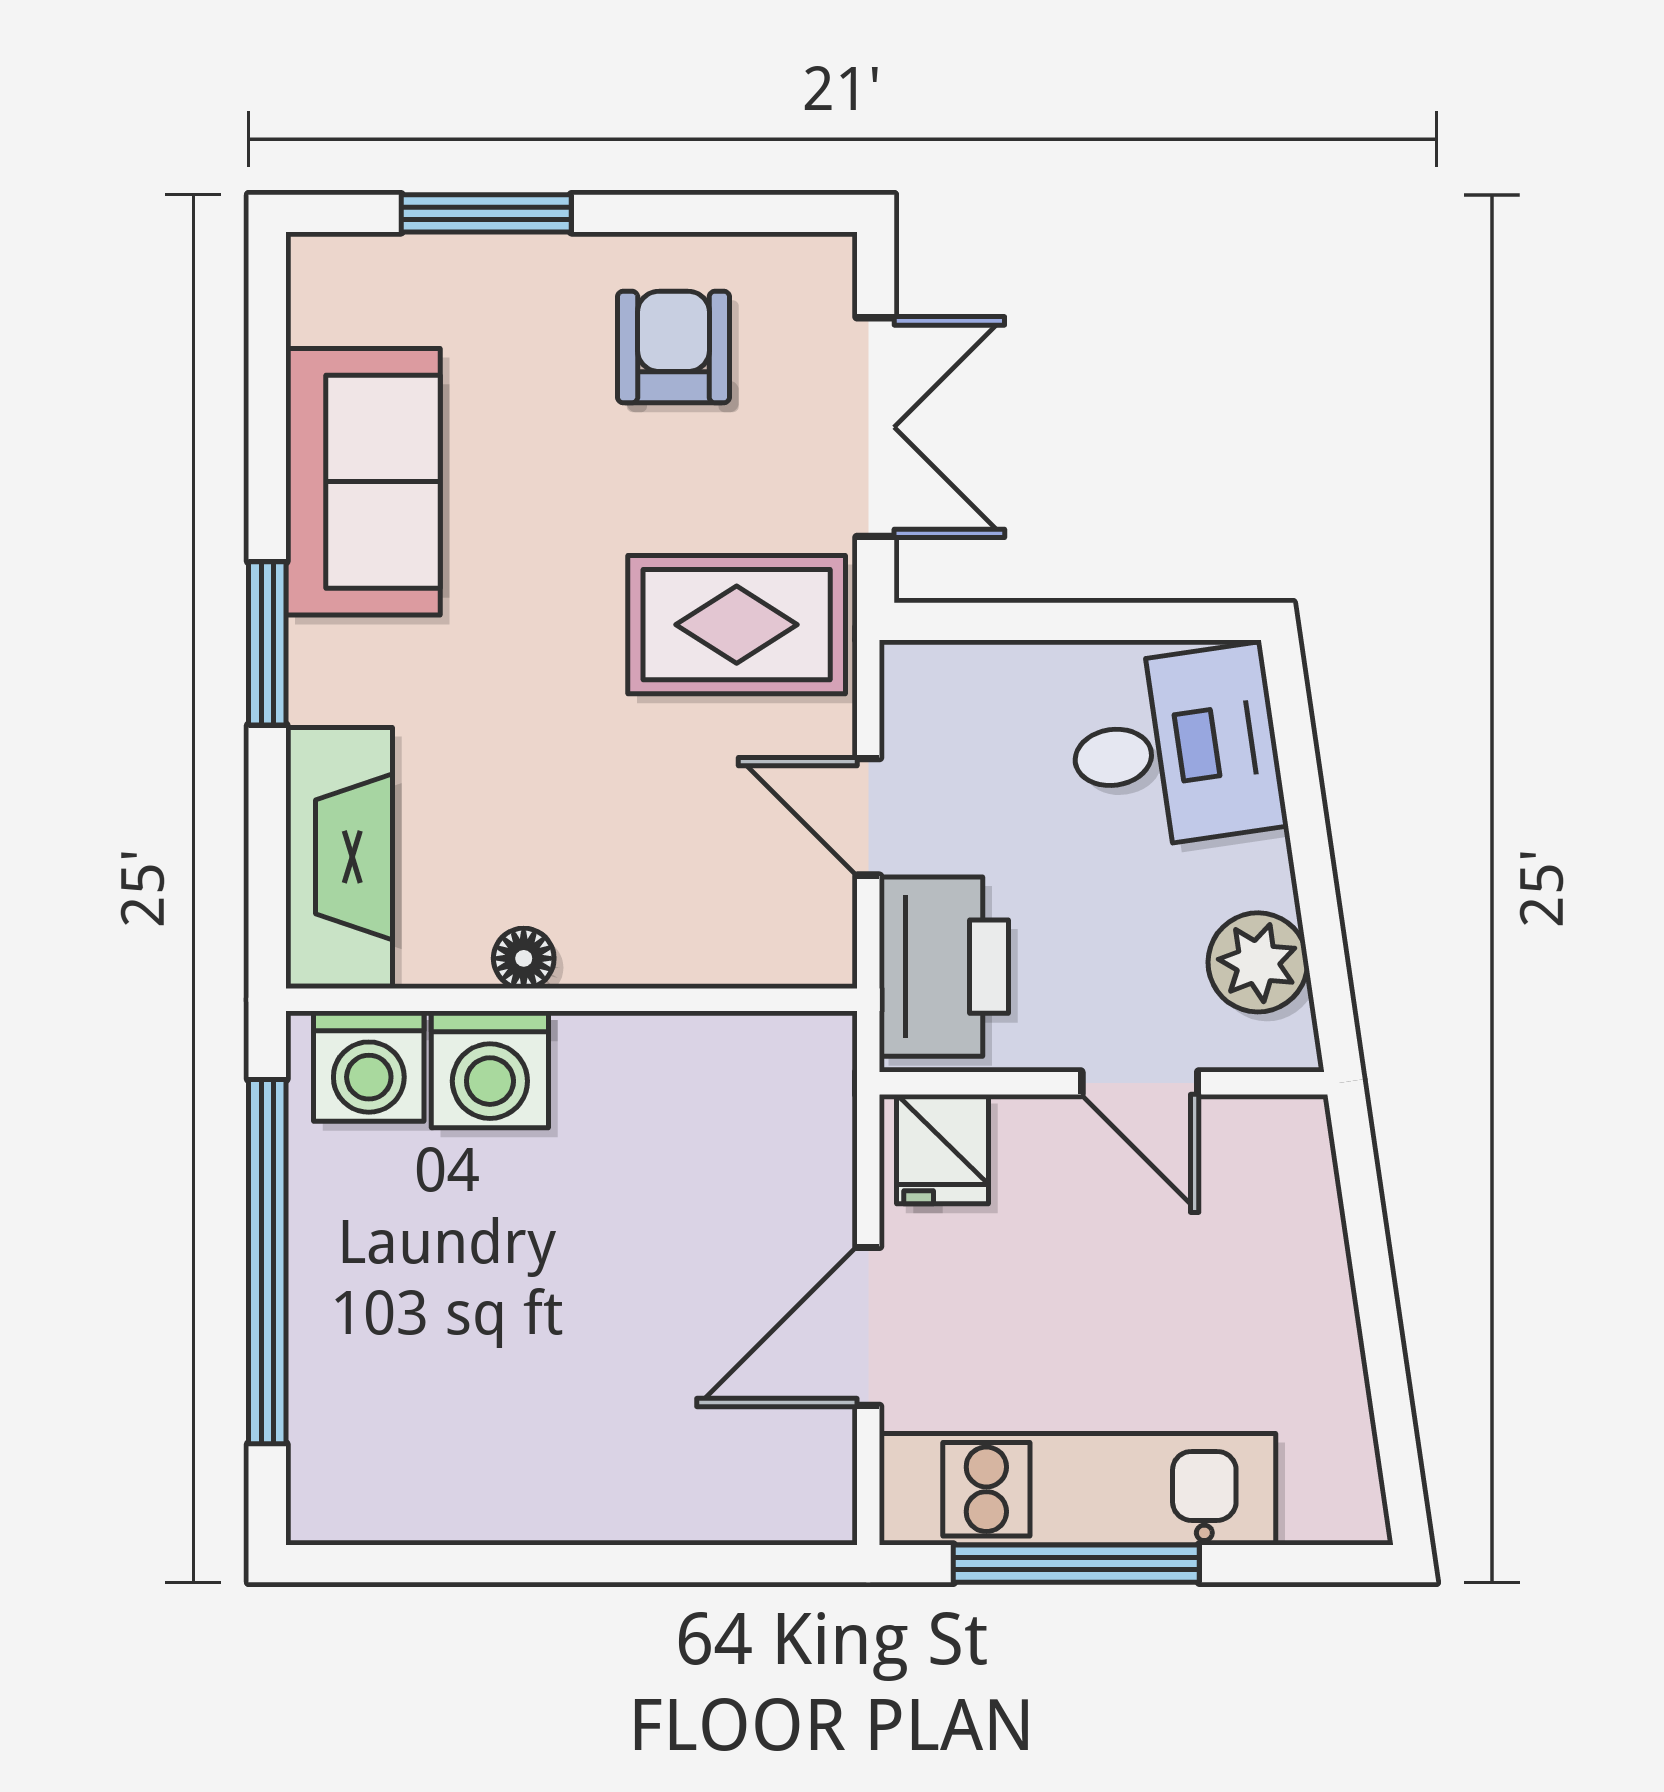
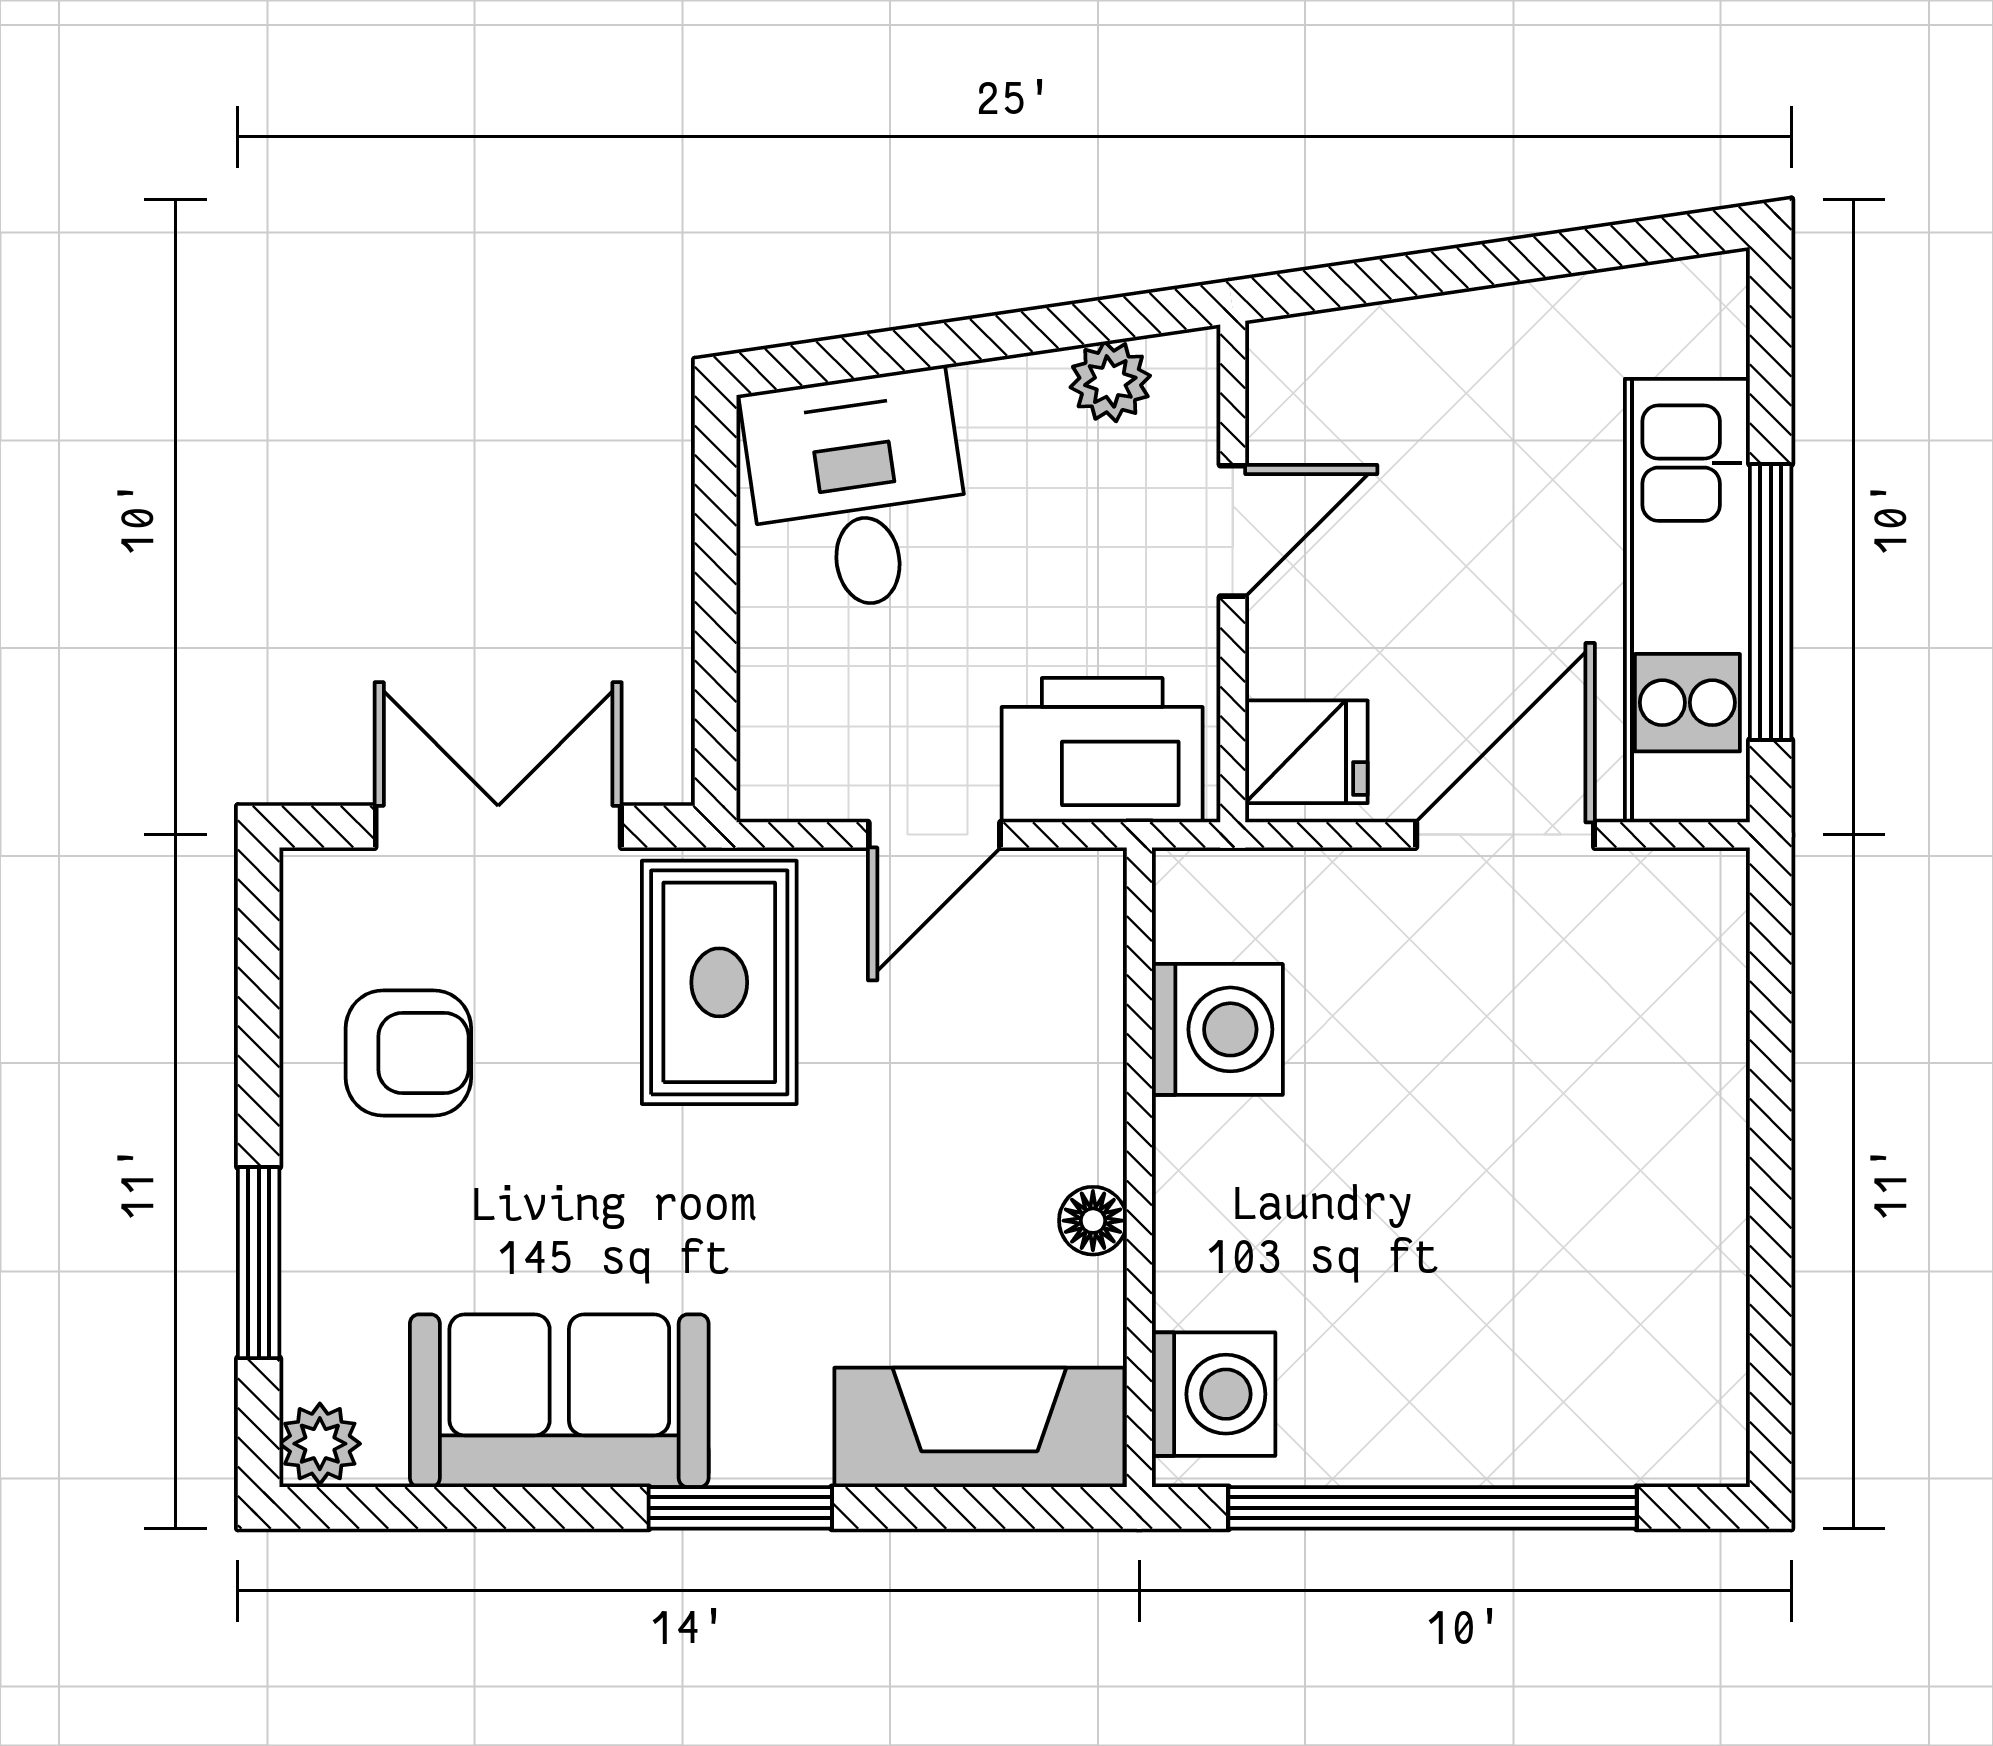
plant: (325, 268) -> (320, 1444), added
armchair: (673, 347) -> (408, 1053), turned 180
plant: (1258, 962) -> (1110, 381), width x0.73, depth x0.73
washing machine: (490, 1069) -> (1217, 1029), moved
door: (868, 1326) -> (1505, 835), swing flipped

